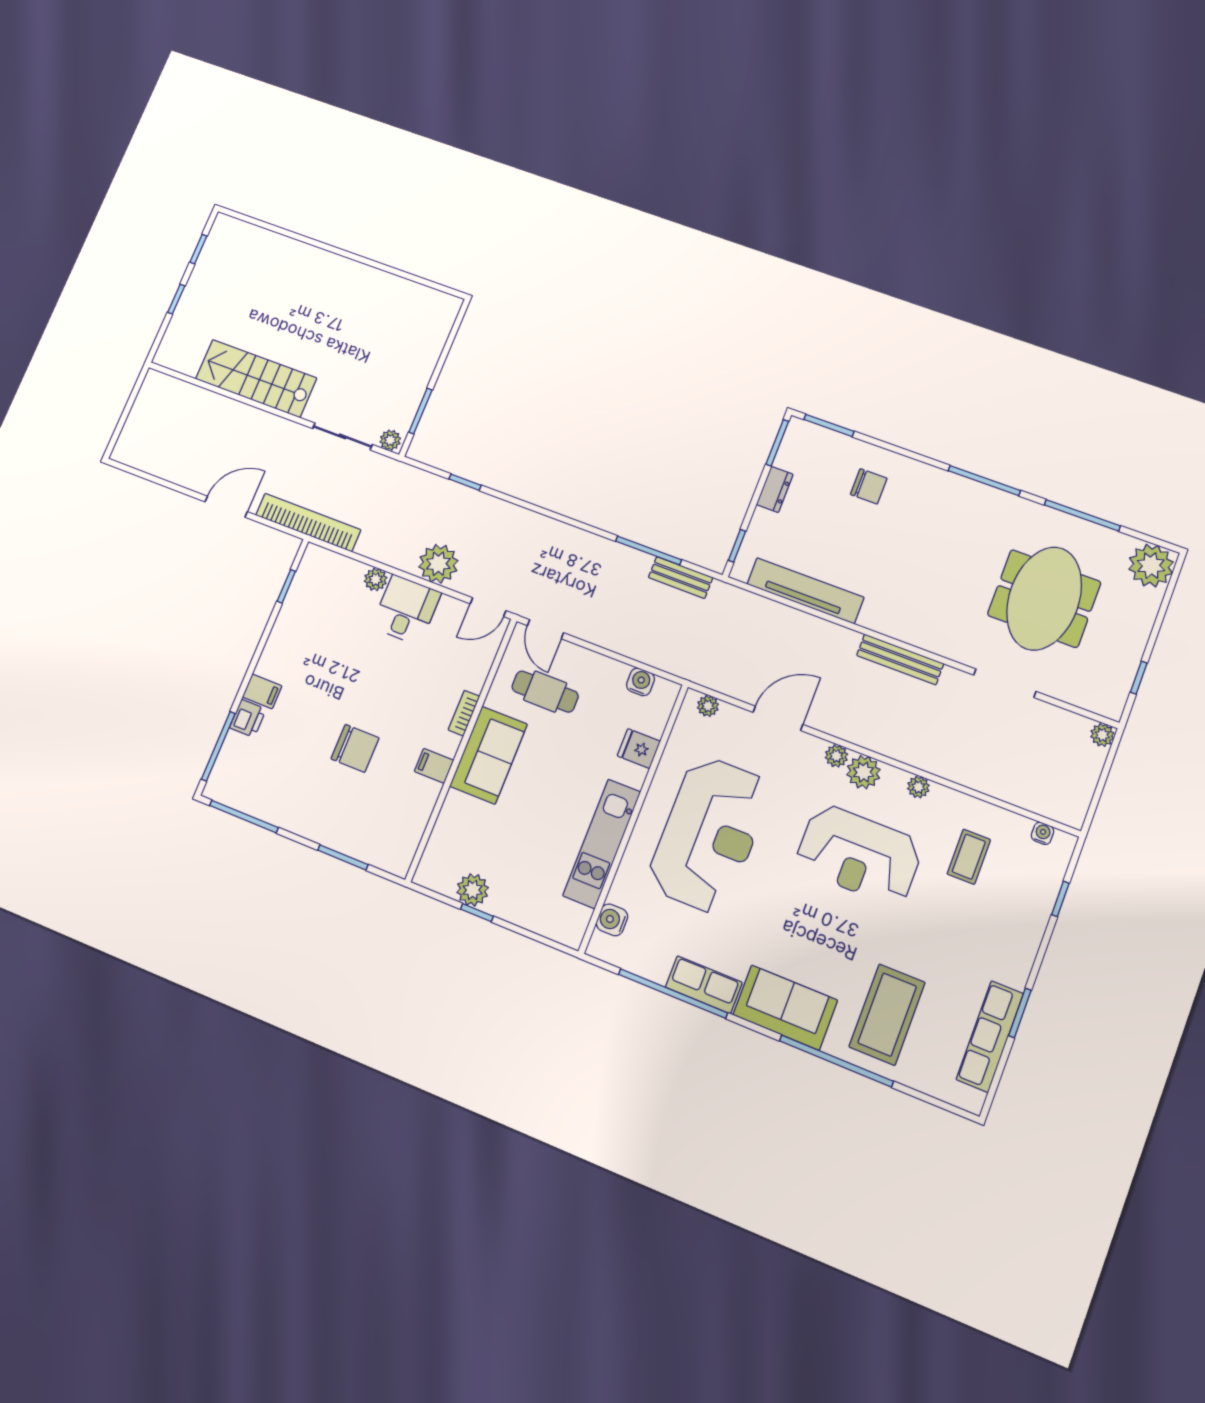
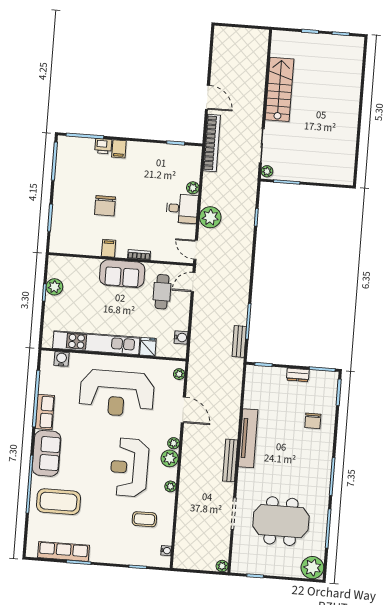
tv unit: (805, 591) -> (248, 438), moved
kitchen unit: (602, 844) -> (96, 343), width x1.36

